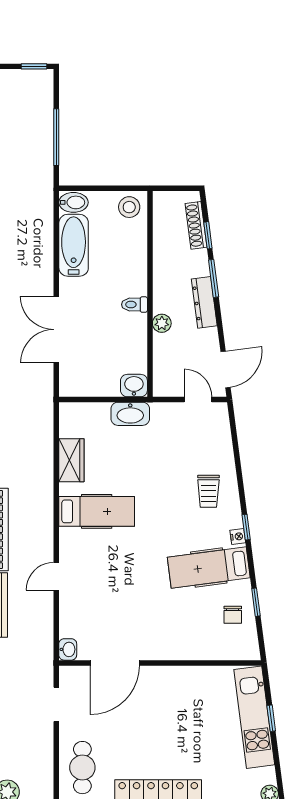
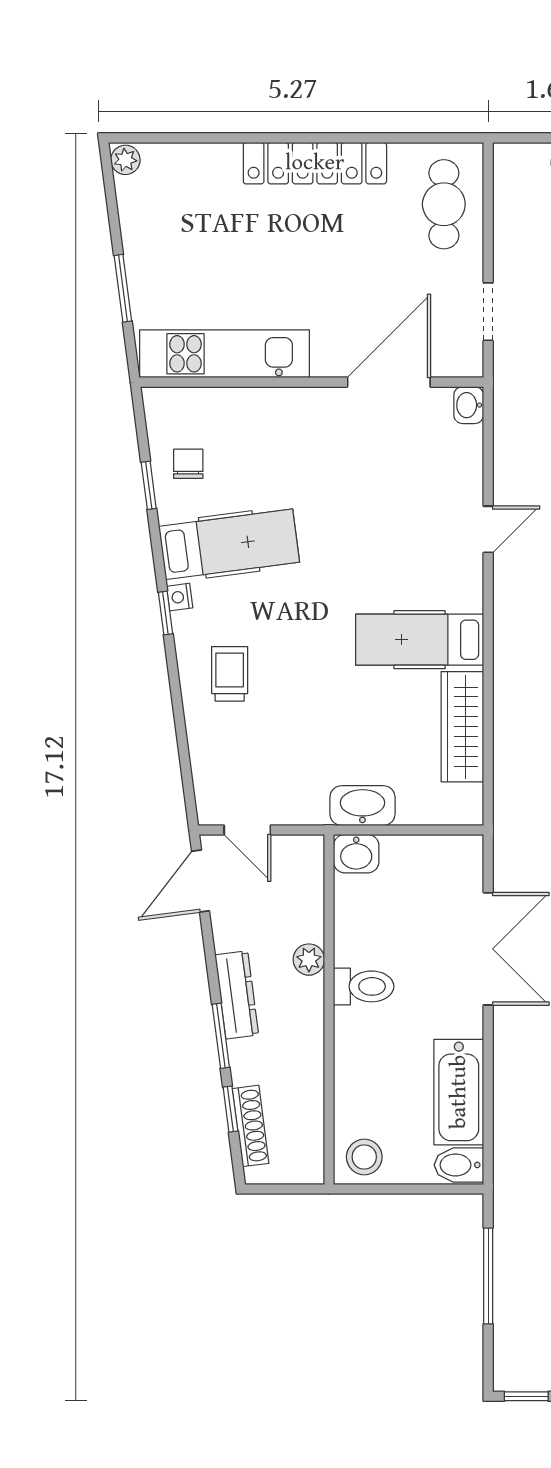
toilet: (135, 305) -> (364, 986), width x1.37, depth x1.39
wardrobe: (71, 460) -> (462, 727), width x1.50
kitchen unit: (254, 717) -> (225, 354), moved, turned -83
window: (271, 718) -> (123, 288), width x1.50

